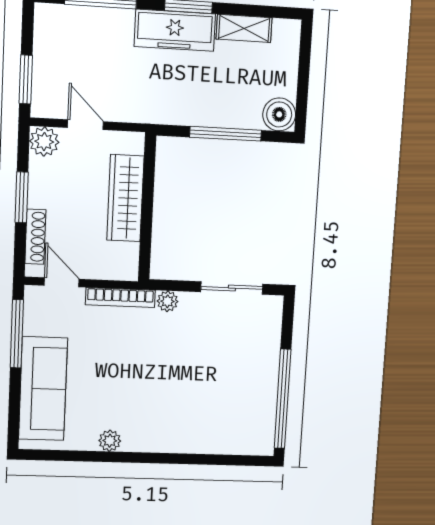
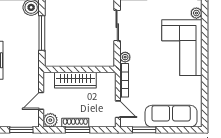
shoe rack: (35, 237) -> (75, 123), moved
door: (62, 282) -> (118, 109), swing flipped
window: (17, 334) -> (144, 130), width x0.69
corner sofa: (181, 415) -> (182, 48), added
plant: (110, 441) -> (196, 13), moved

